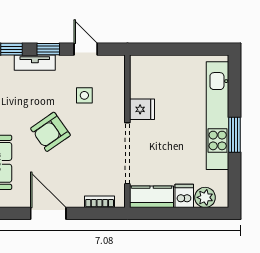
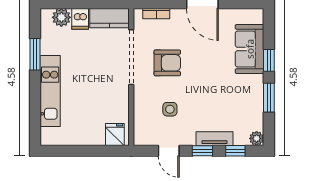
fridge: (142, 109) -> (115, 135), moved, turned 90
kitchen unit: (218, 116) -> (50, 91), width x0.73
armchair: (50, 132) -> (167, 63), moved, turned 35
window: (234, 135) -> (35, 54), moved

